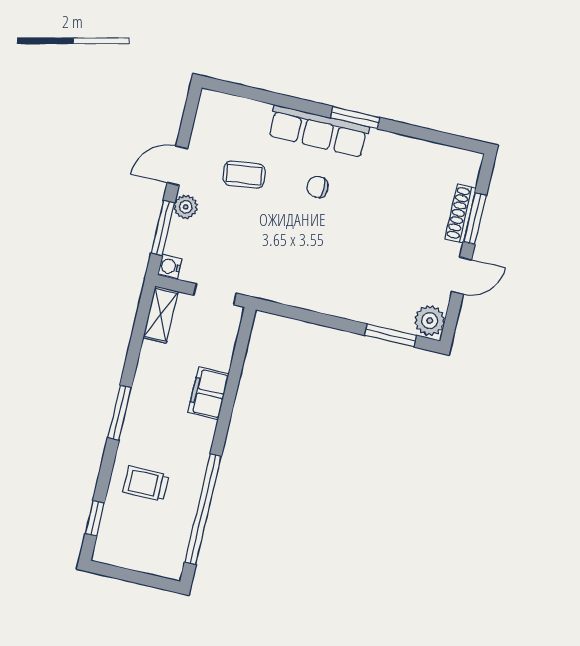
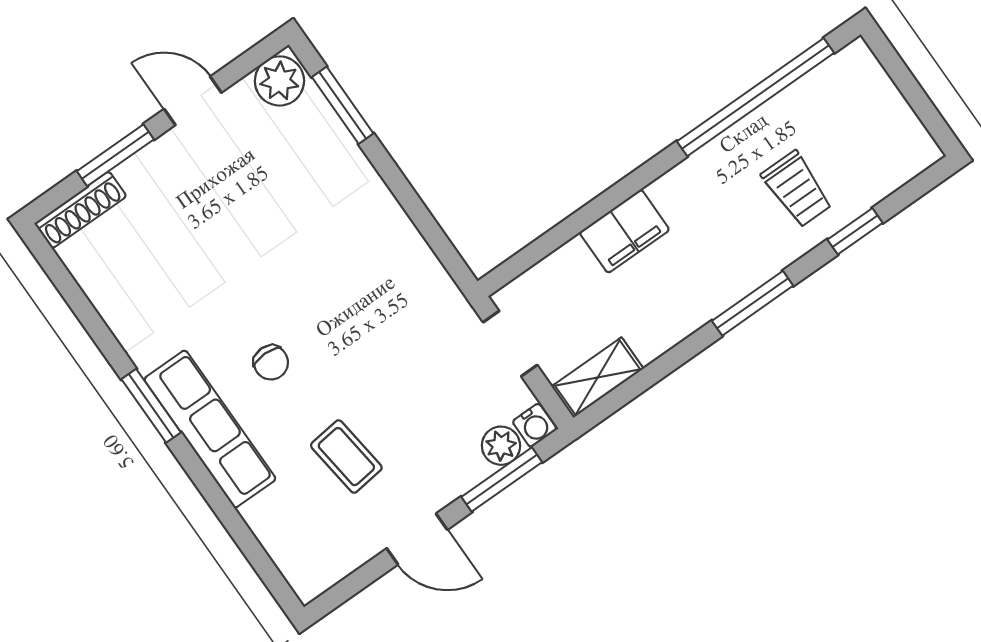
plant: (186, 207) -> (501, 446), moved
shoe rack: (460, 213) -> (80, 210), moved
window: (95, 518) -> (855, 231), moved

